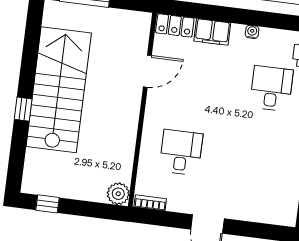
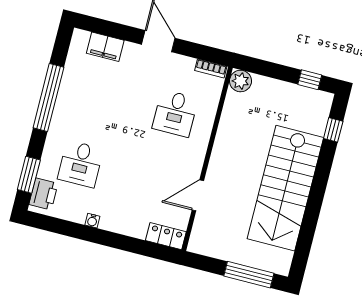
filing cabinet: (212, 32) -> (105, 47), moved, turned 180
window: (23, 109) -> (333, 130), moved

